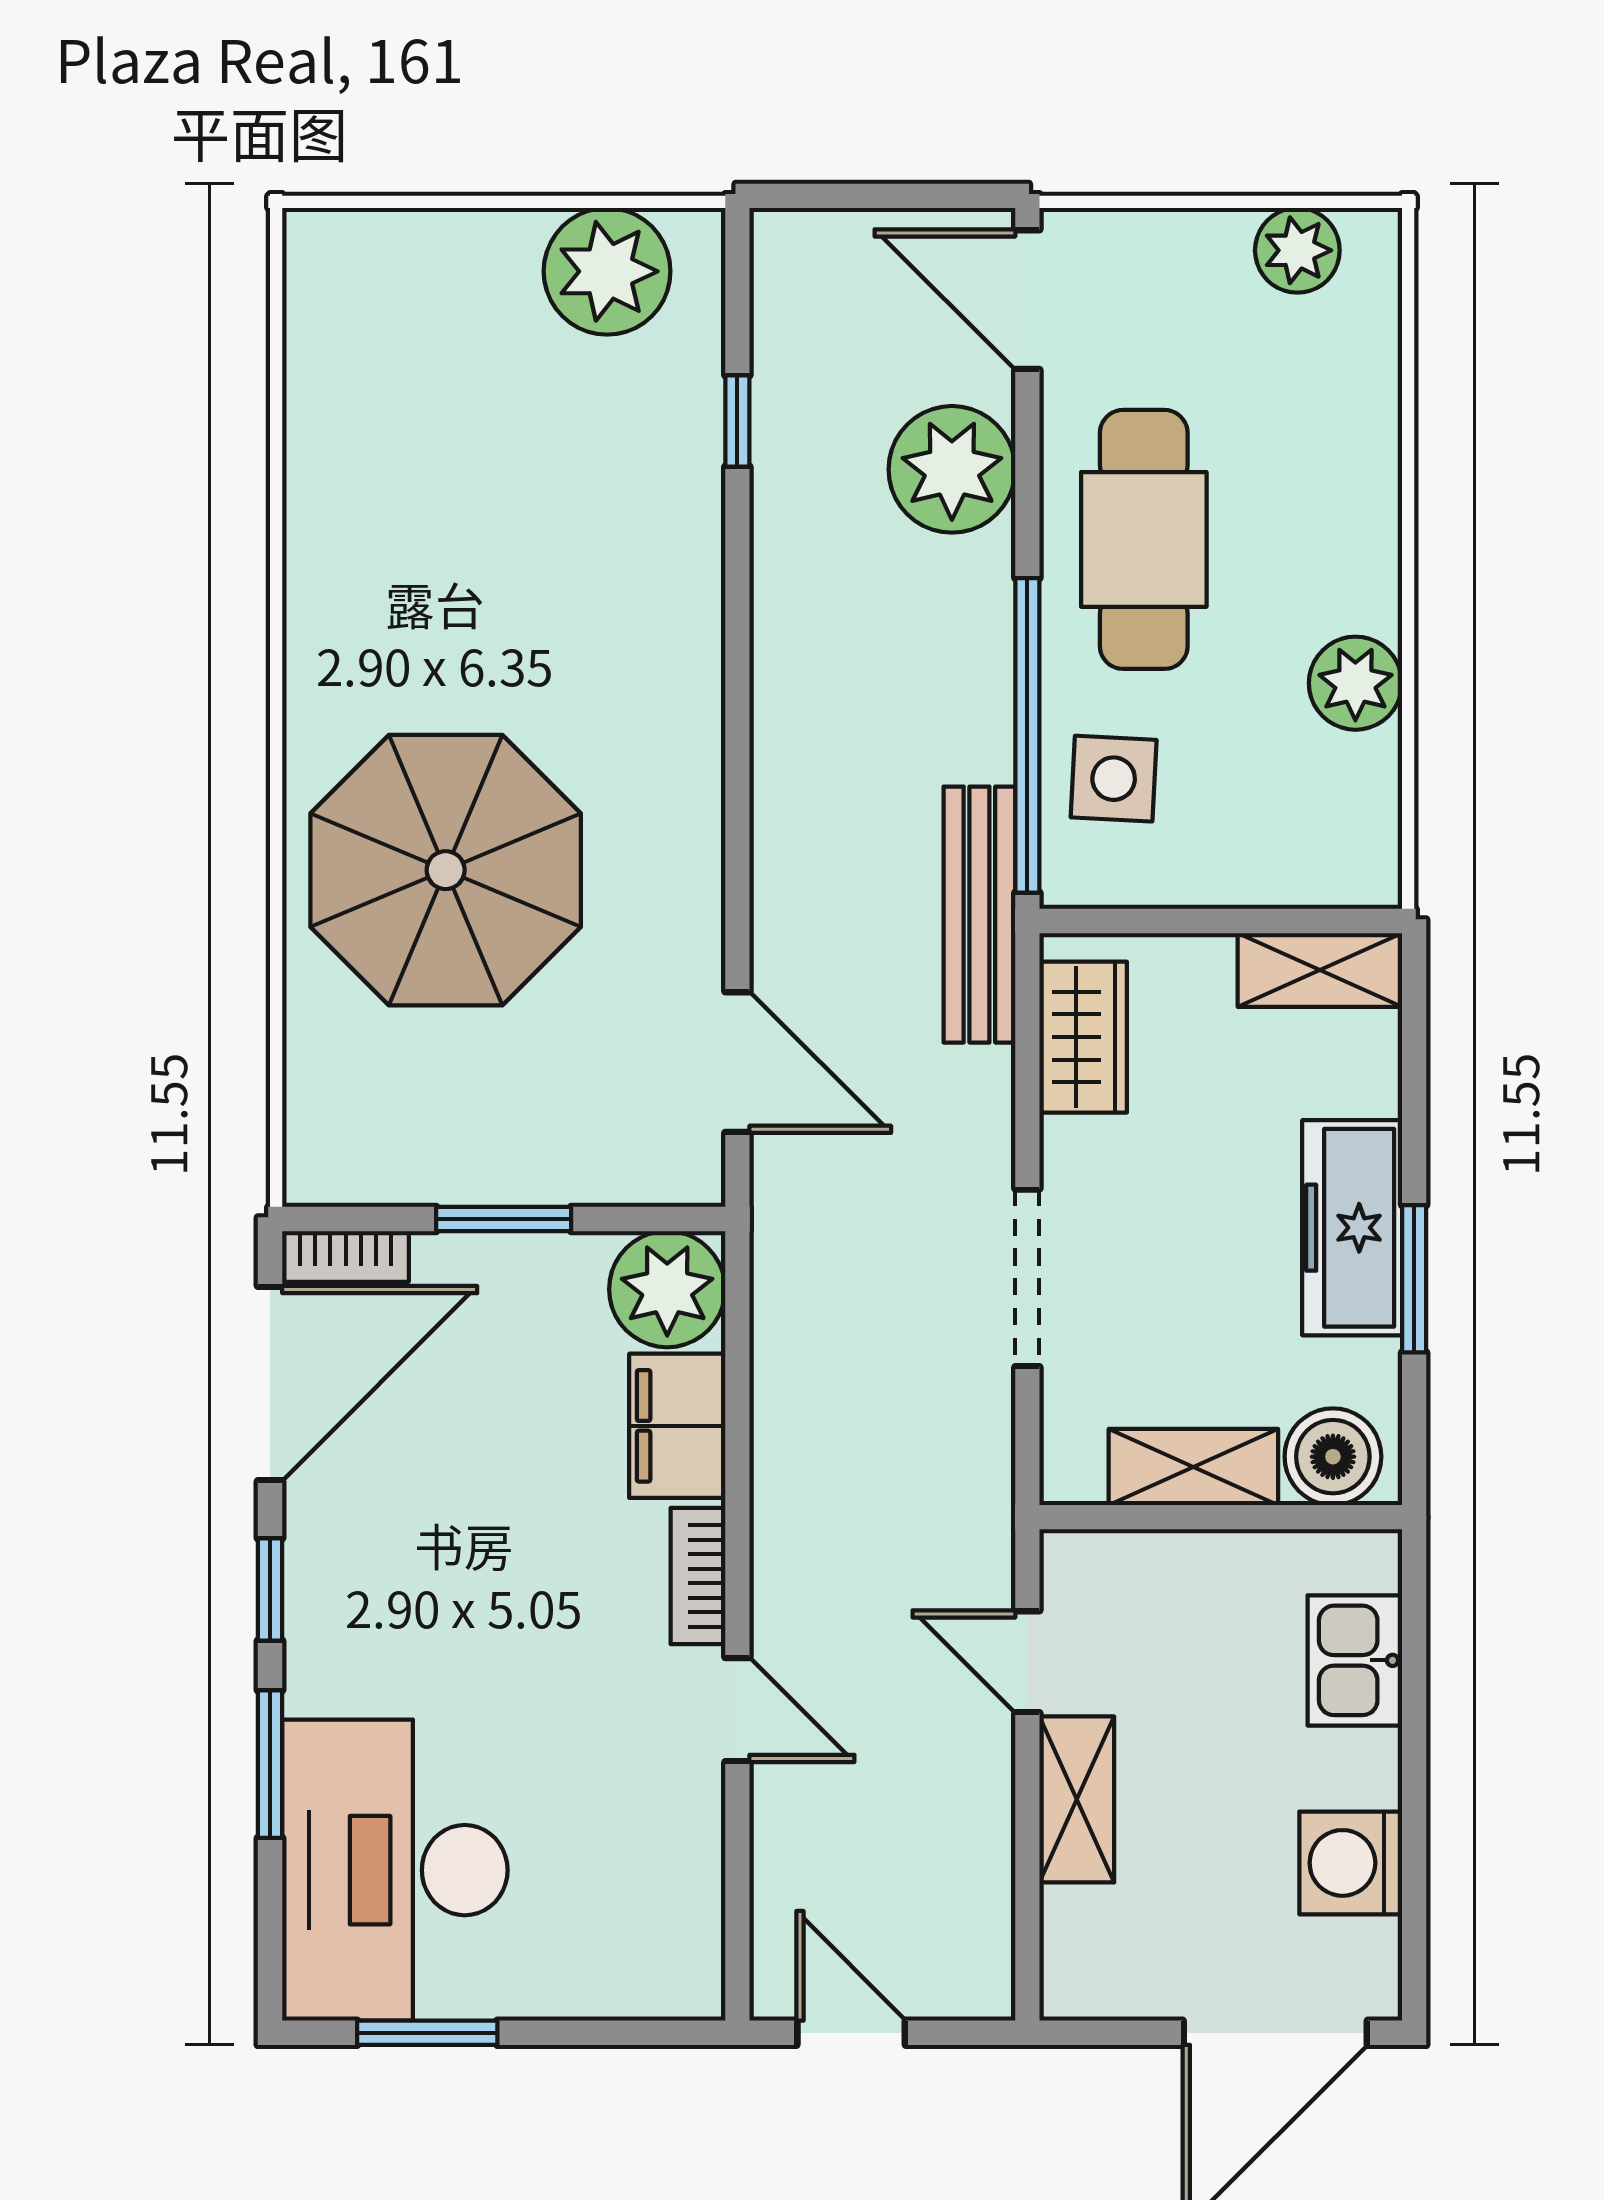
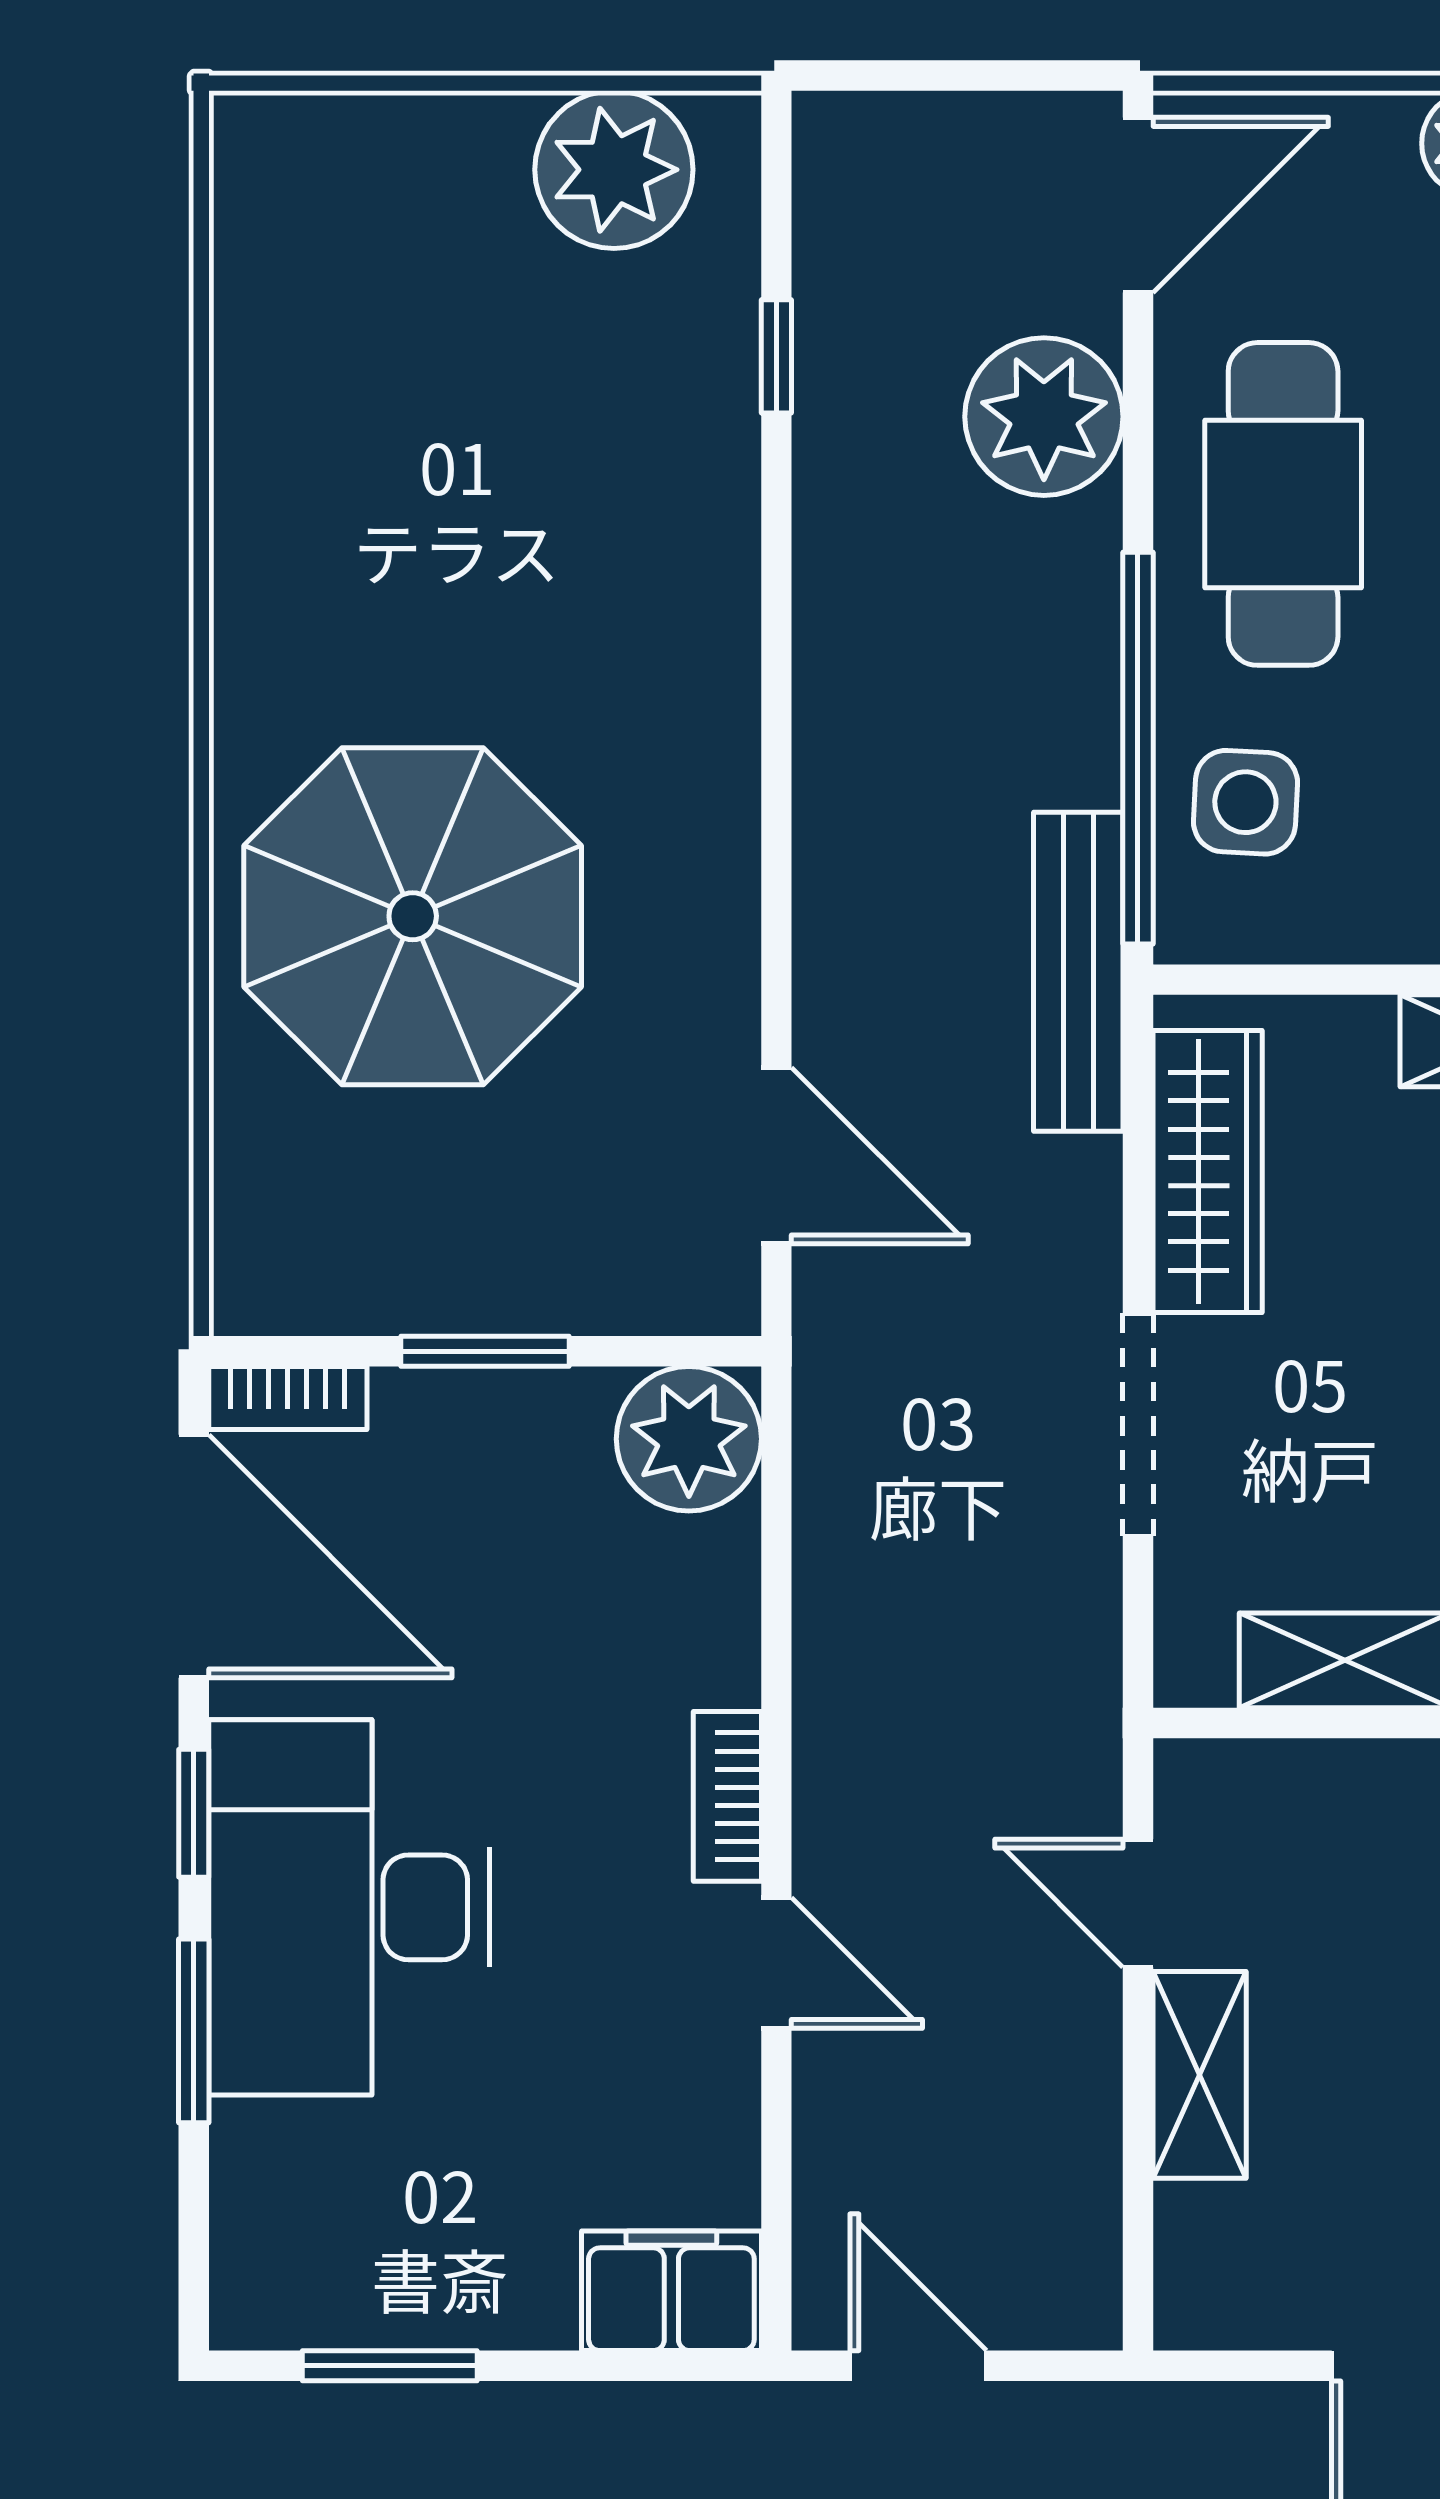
door: (1027, 300) -> (1138, 205), swing flipped
wardrobe: (1083, 1037) -> (1208, 1171), width x1.50
door: (270, 1383) -> (194, 1556), hinge flipped
filing cabinet: (677, 1426) -> (671, 2291), moved, turned 90
desk: (395, 1870) -> (349, 1907), moved

